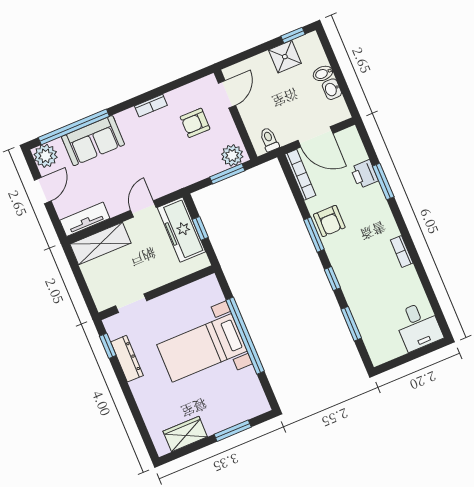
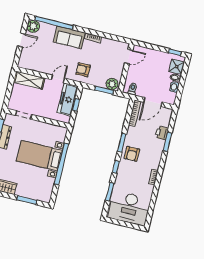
shower: (285, 57) -> (177, 67), moved
armchair: (195, 123) -> (83, 70), moved
door: (315, 137) -> (153, 102), hinge flipped
sofa: (93, 141) -> (69, 37), moved
tv unit: (85, 219) -> (30, 65), removed
armchair: (329, 221) -> (132, 154), moved
desk: (418, 326) -> (129, 208), width x1.87, depth x1.30

